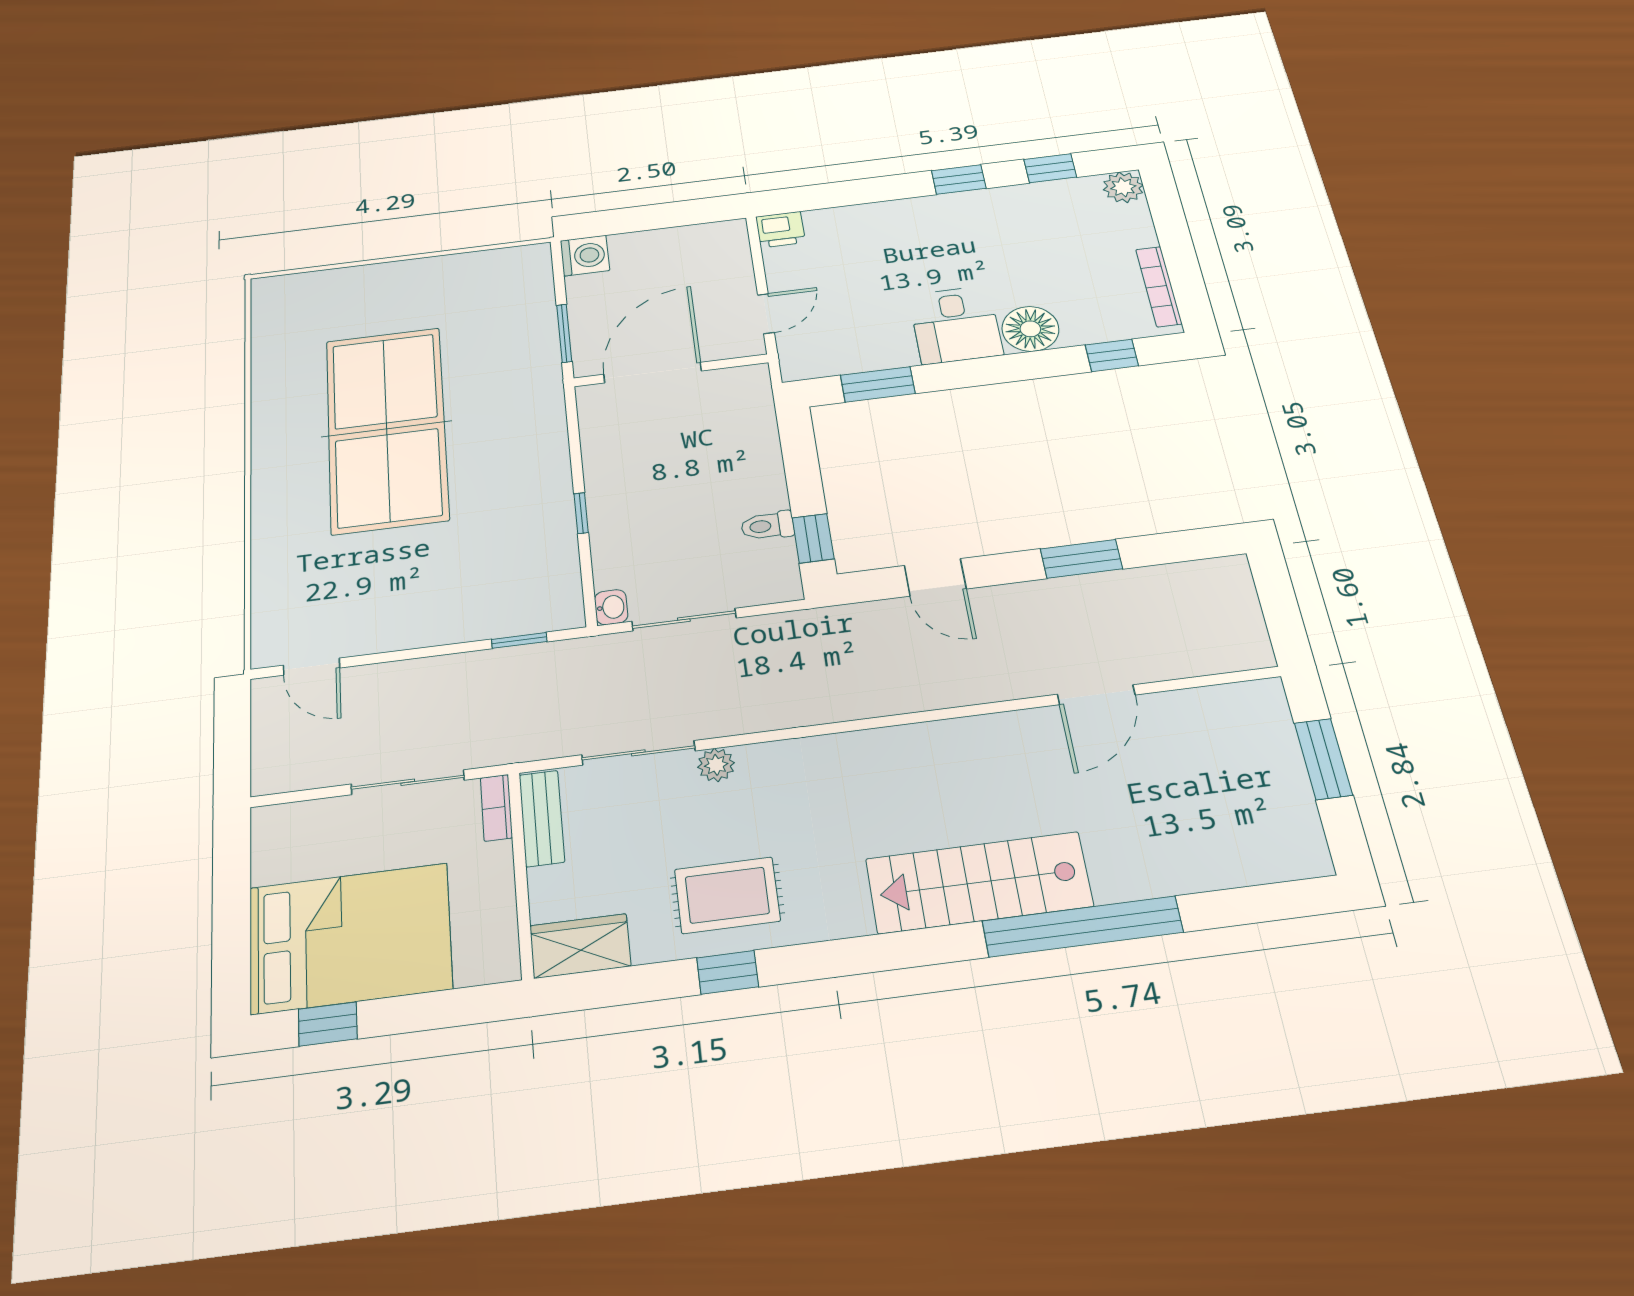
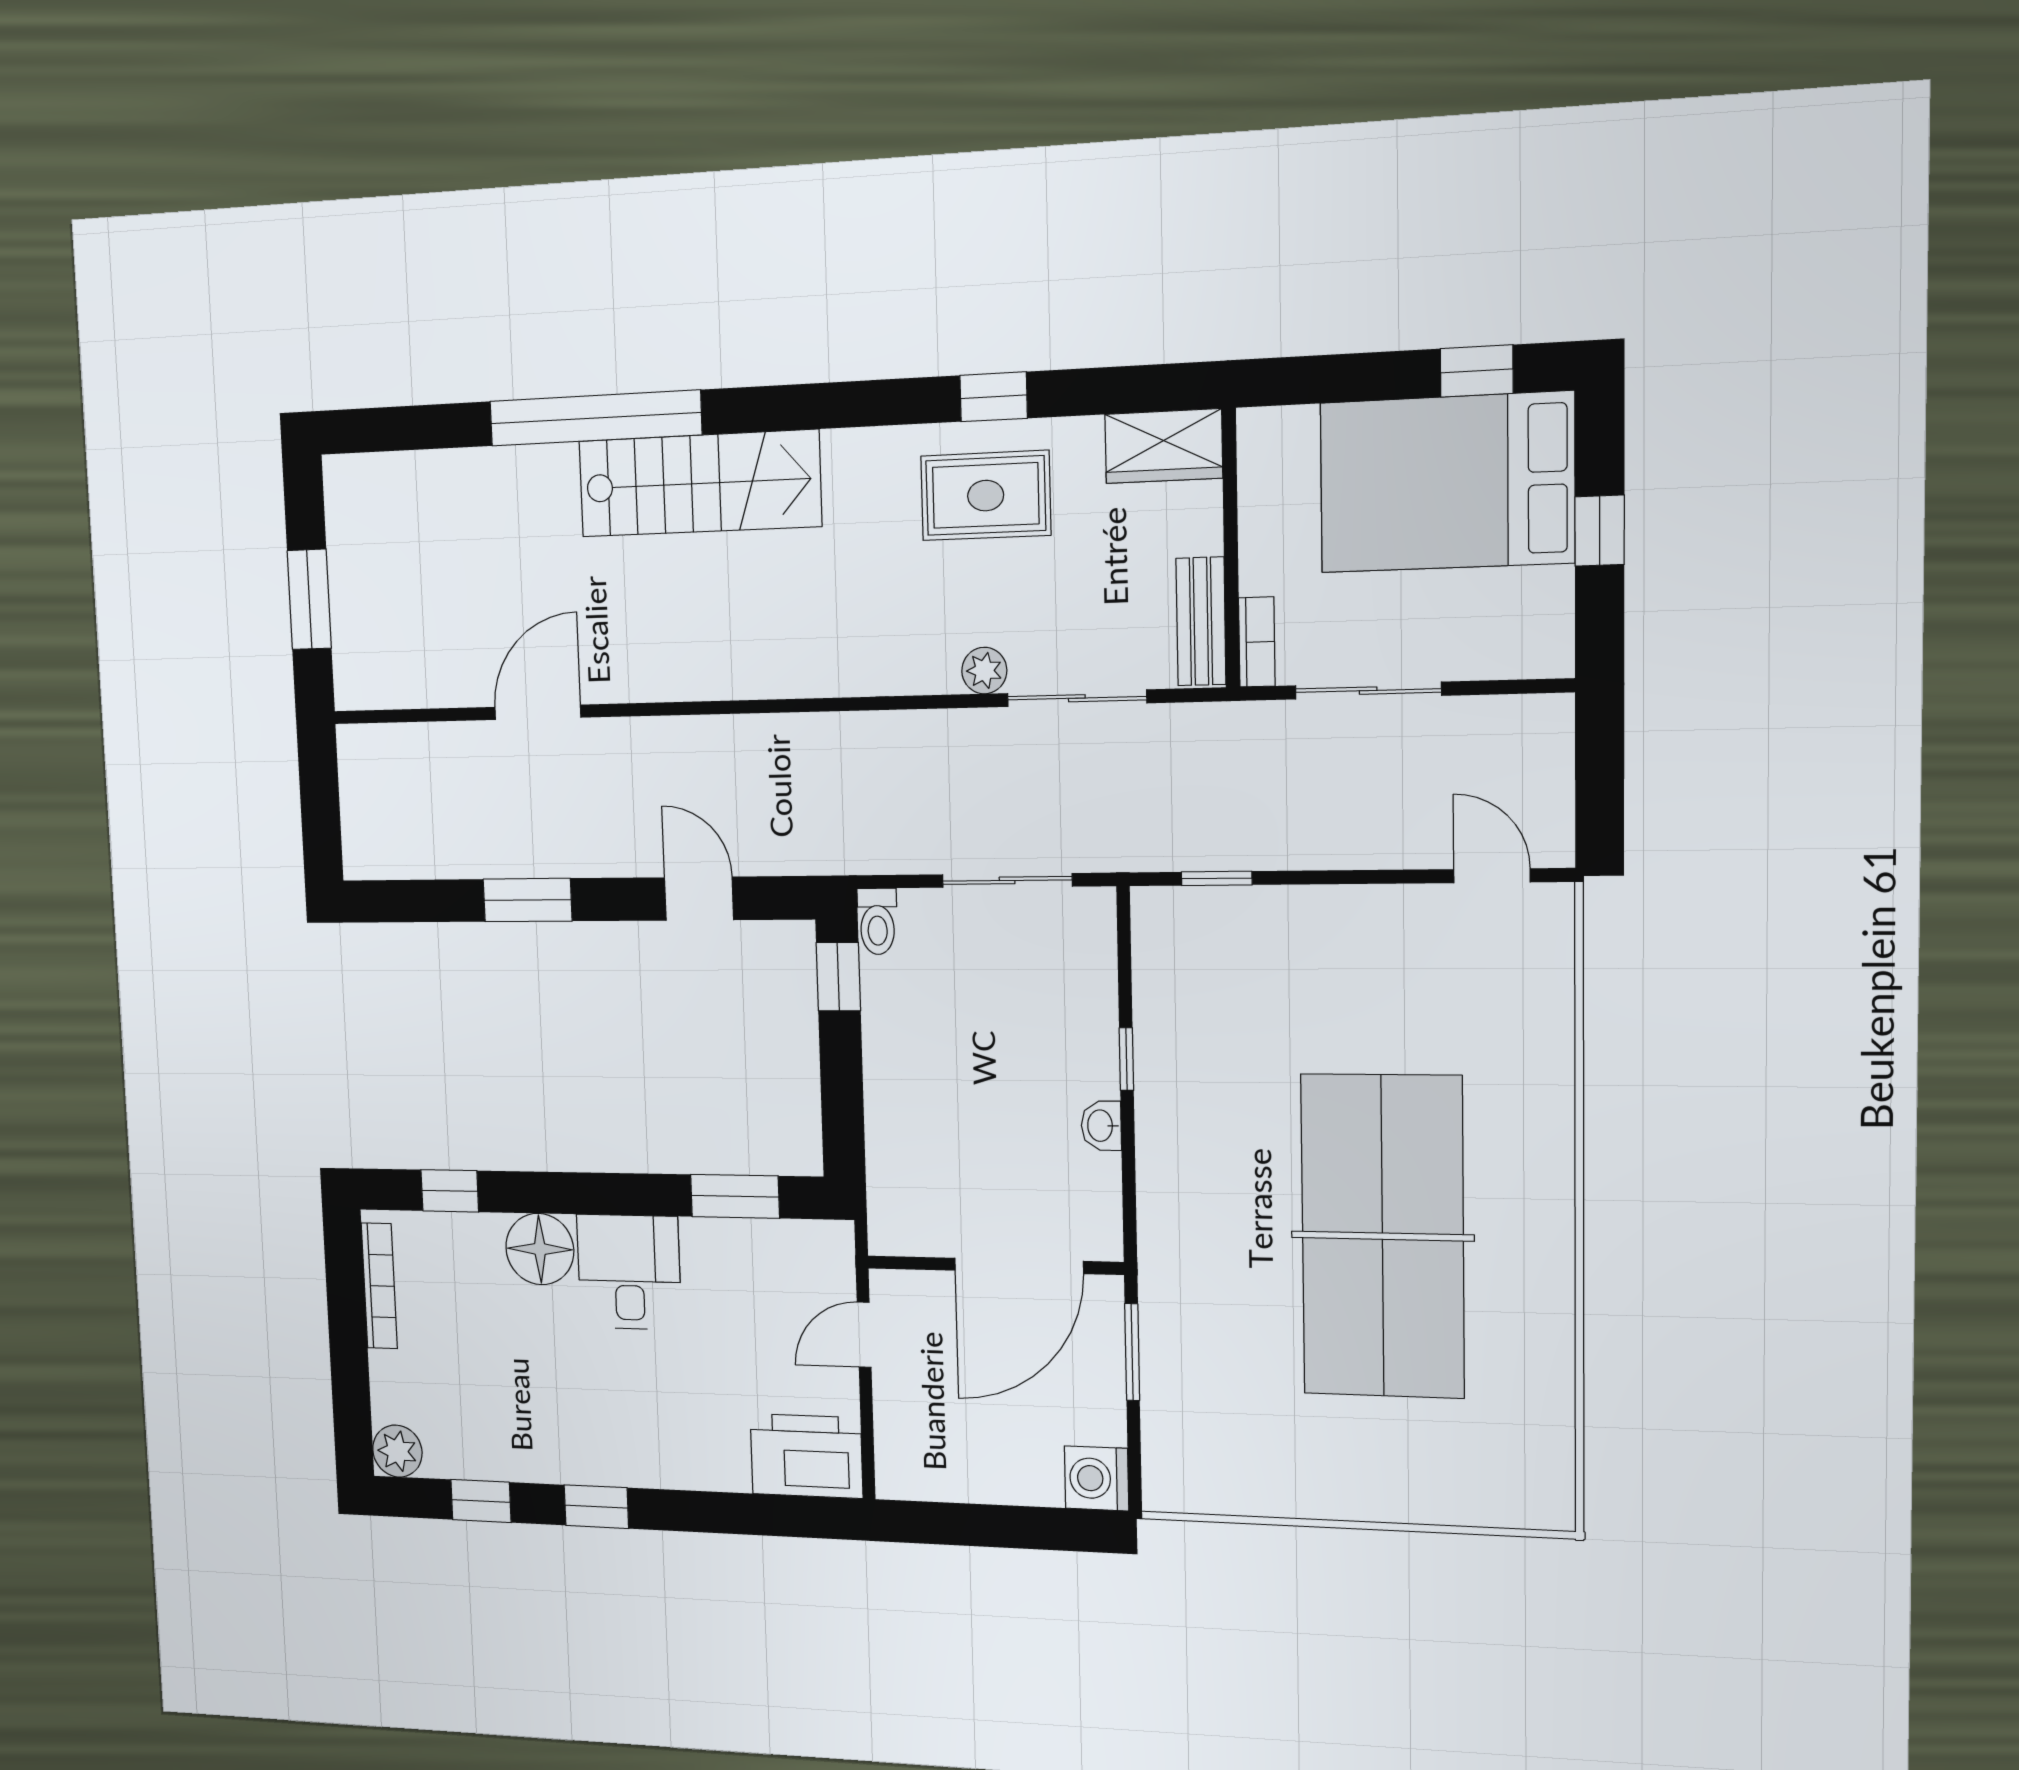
printer: (780, 230) -> (806, 1456), width x1.87, depth x1.48
toilet: (768, 526) -> (877, 921), moved, turned 90
washbasin: (611, 607) -> (1101, 1126), moved
window: (231, 913) -> (1600, 531), added

